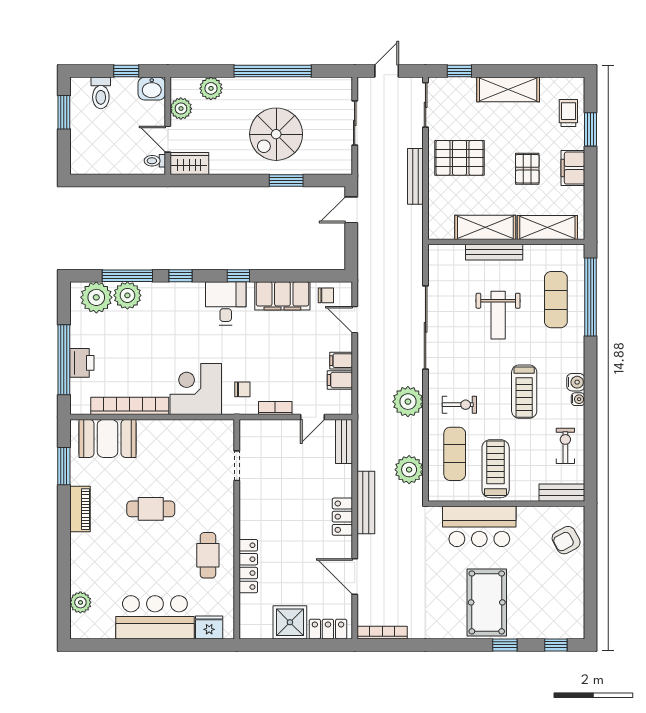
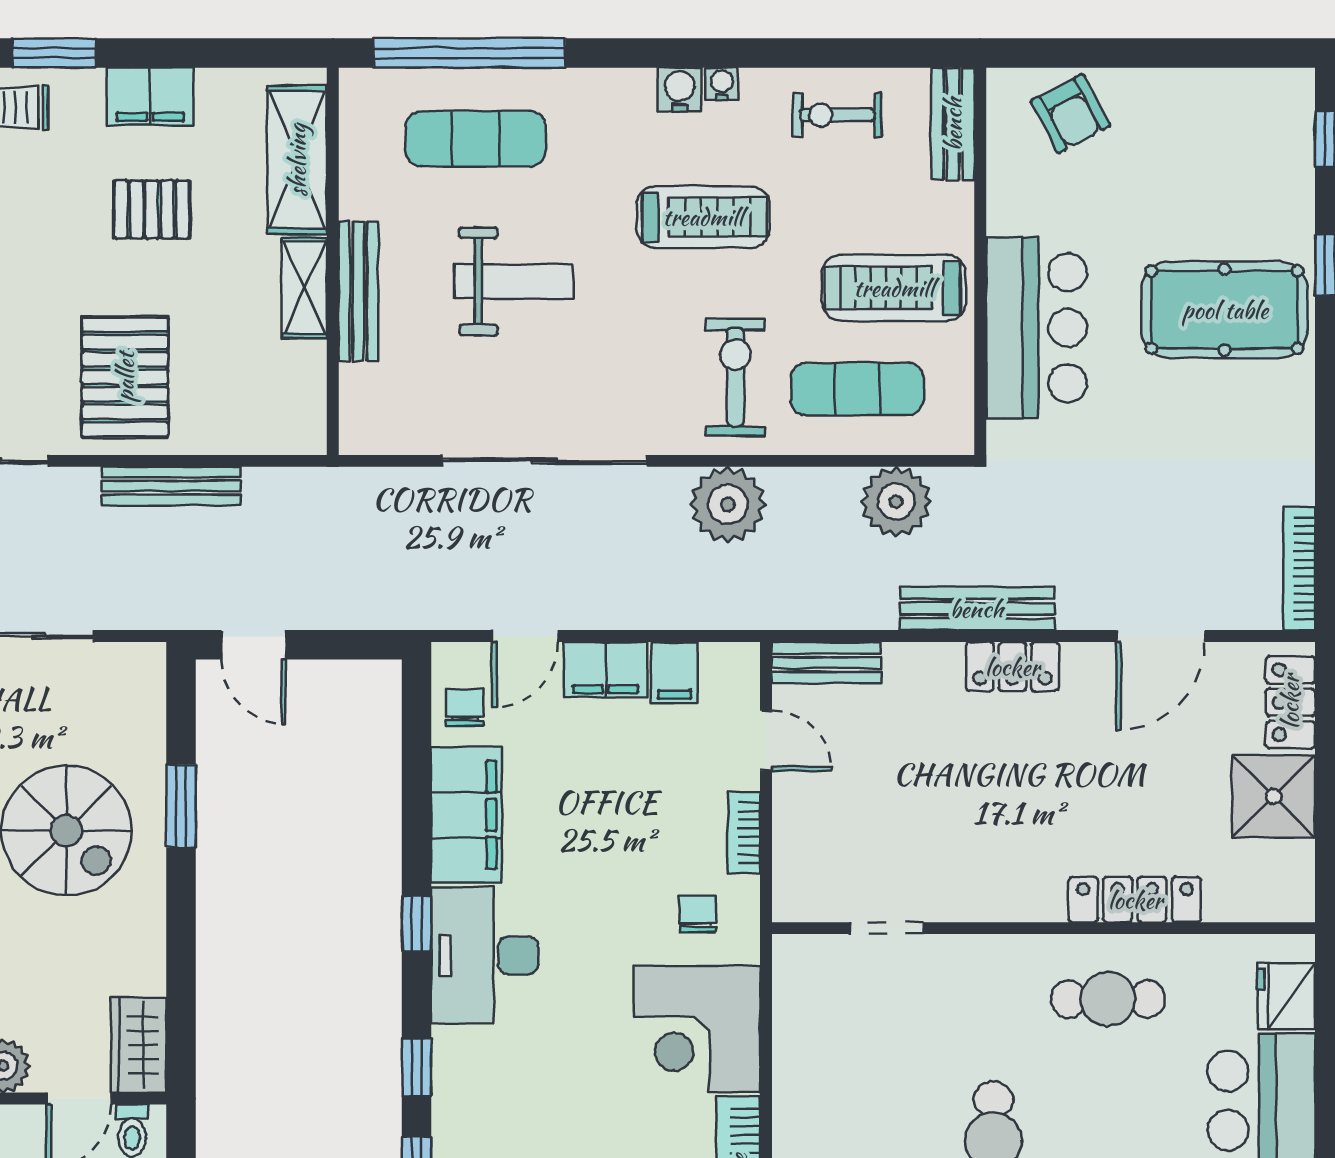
shelving: (485, 227) -> (304, 288), width x0.67, depth x0.75
desk: (226, 303) -> (485, 955), width x1.37
filing cabinet: (341, 361) -> (606, 670), width x2.00
exercise bike: (459, 405) -> (735, 377), width x1.38, depth x1.39

